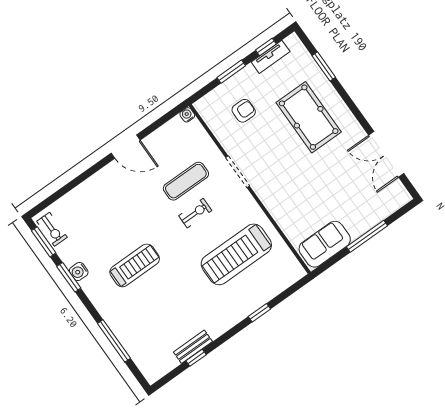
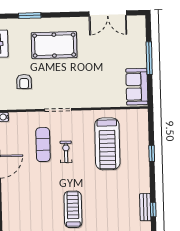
armchair: (244, 111) -> (24, 82), turned 180

